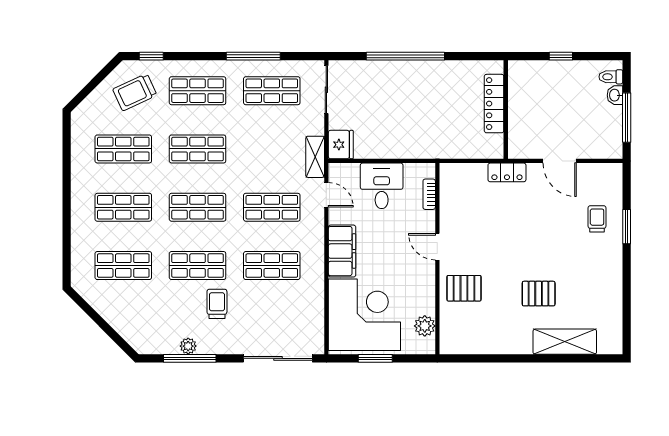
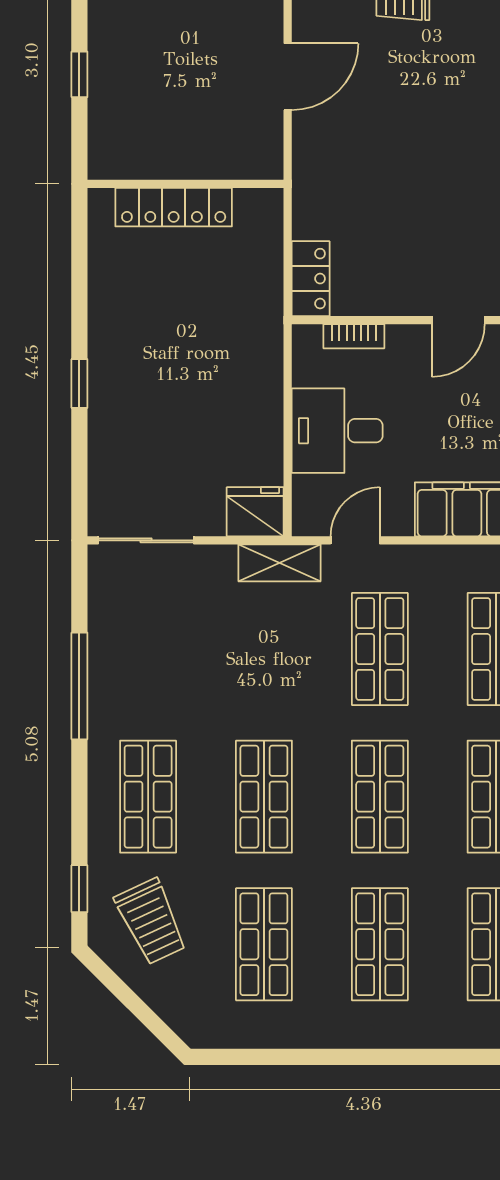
window: (405, 56) -> (79, 384), width x0.32
shop shelf: (272, 91) -> (148, 649), removed
locker: (507, 172) -> (311, 279), moved

